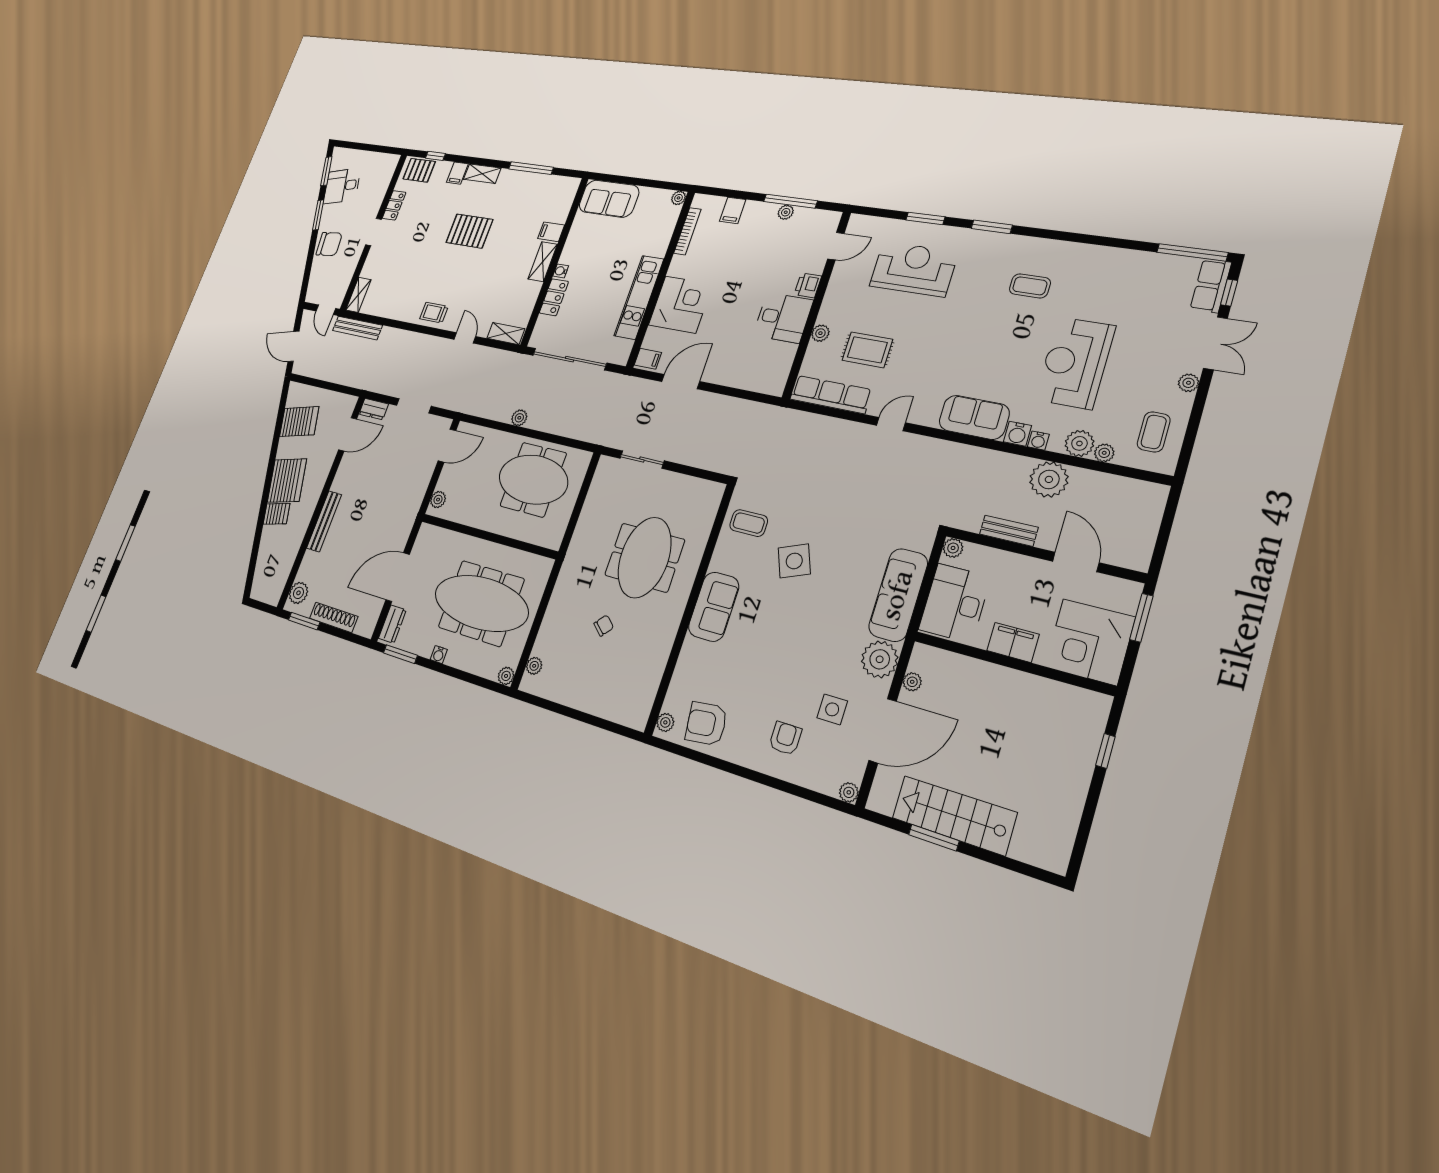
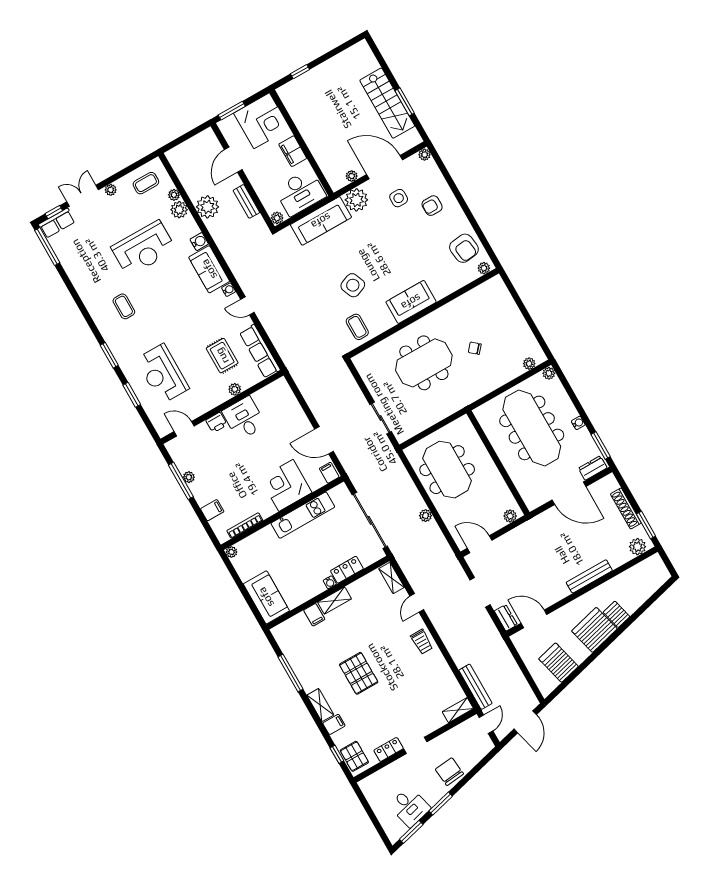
water cooler: (1038, 441) -> (229, 290), moved

